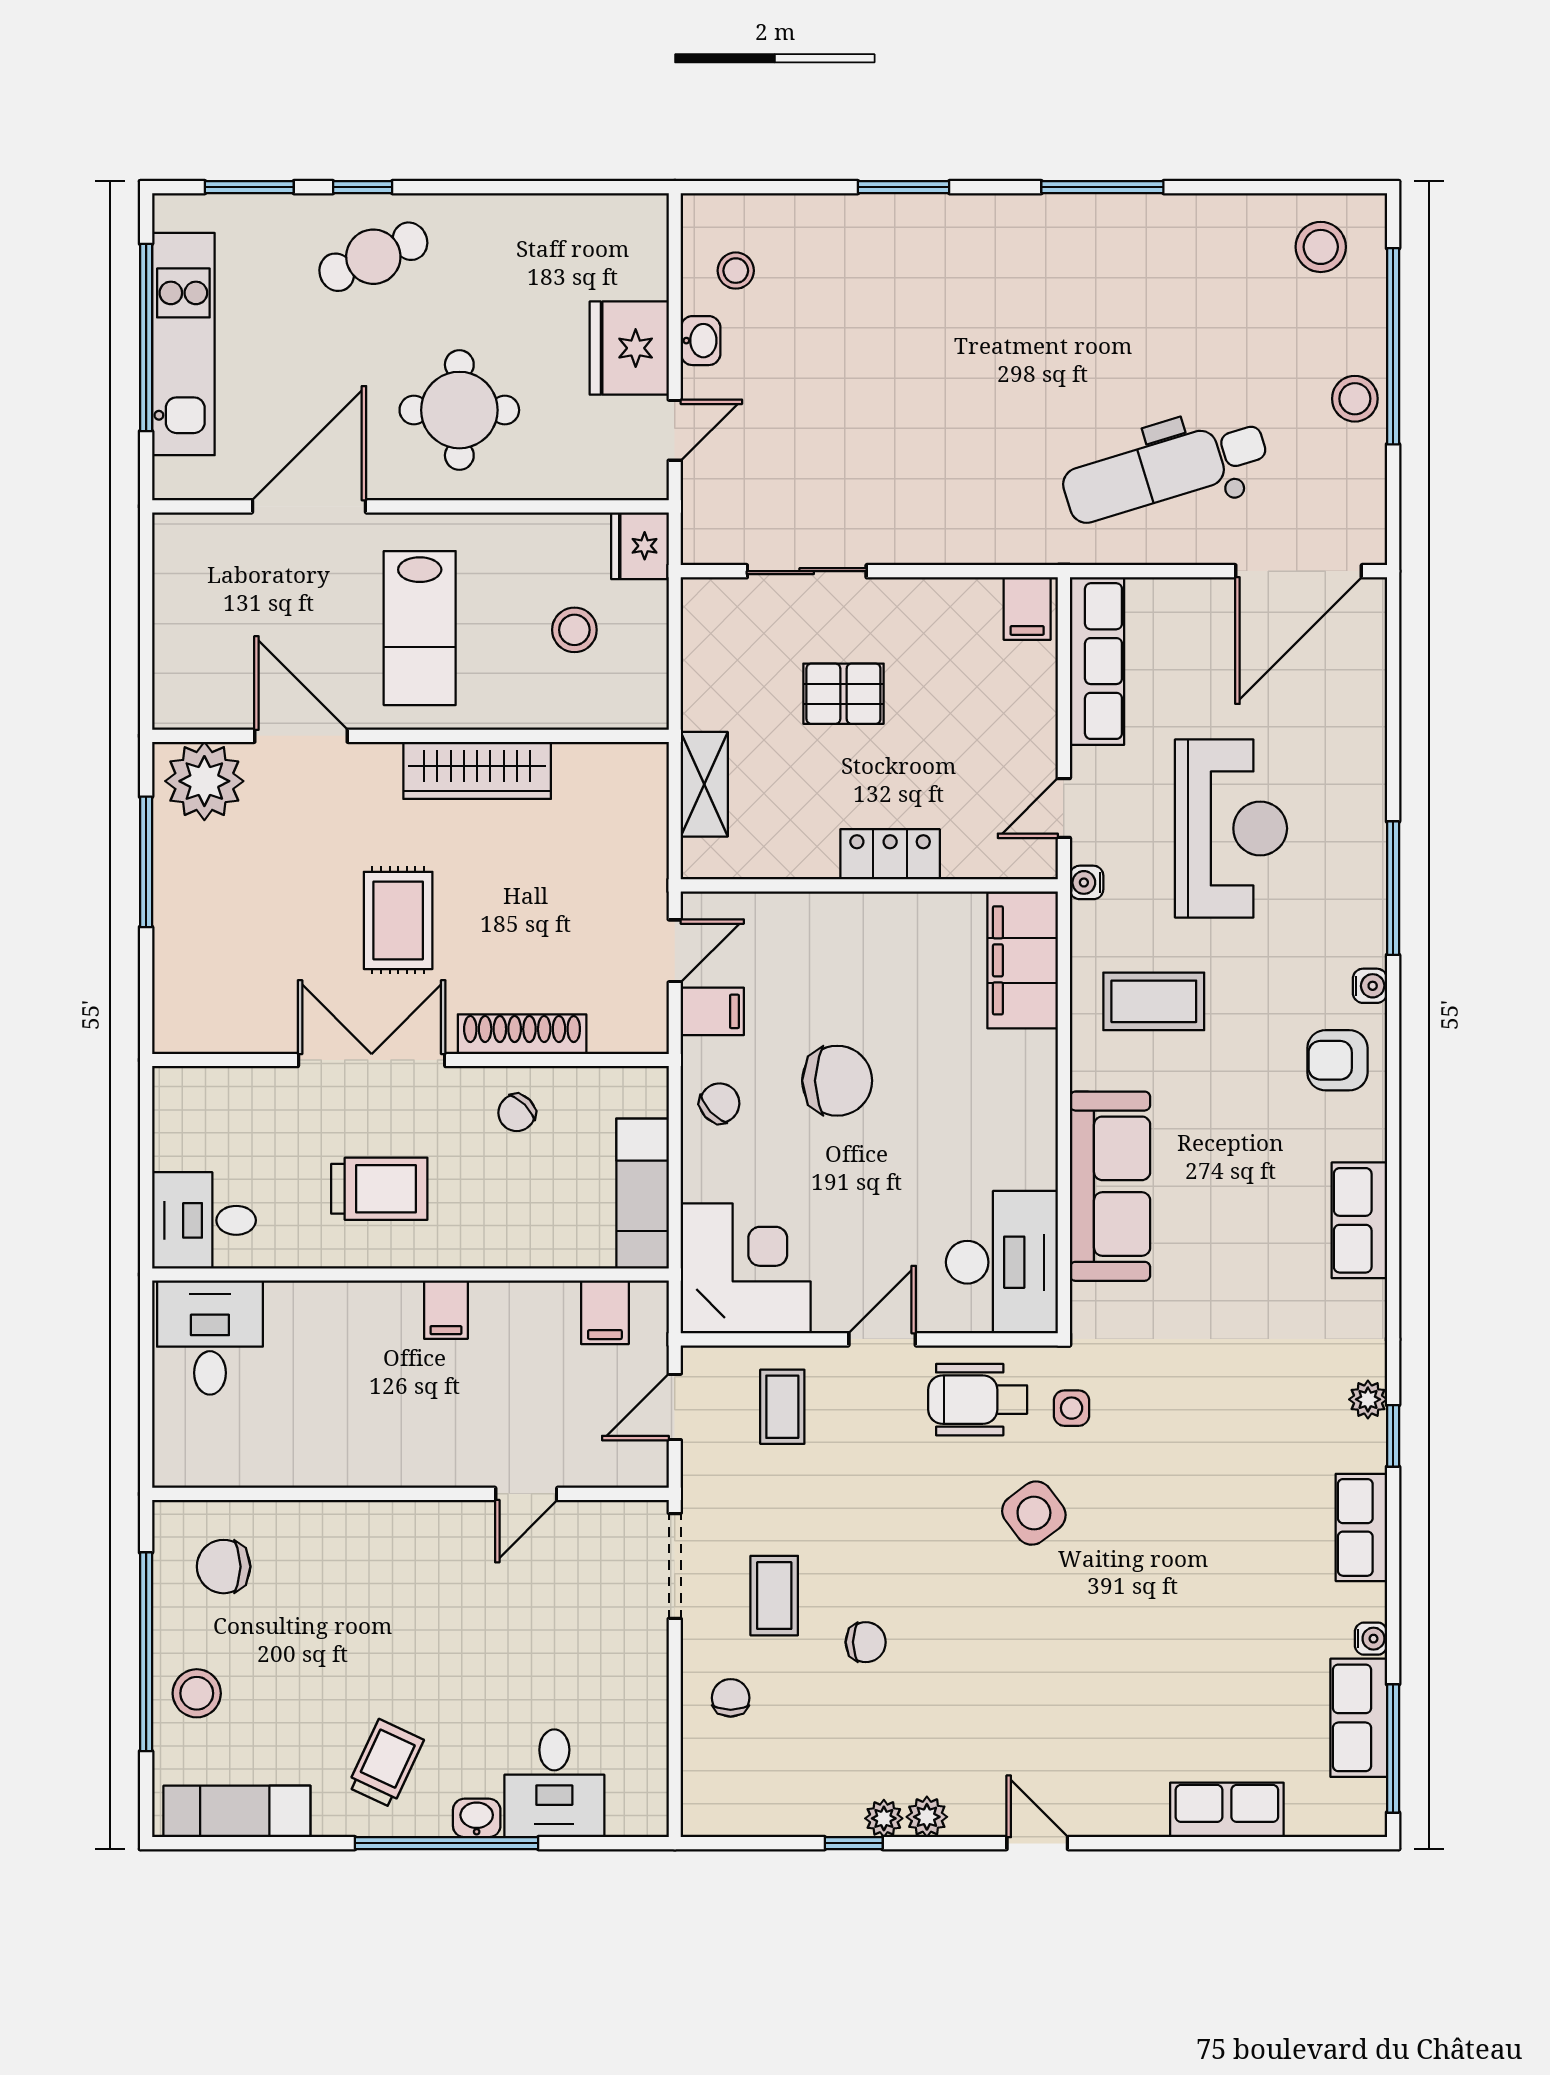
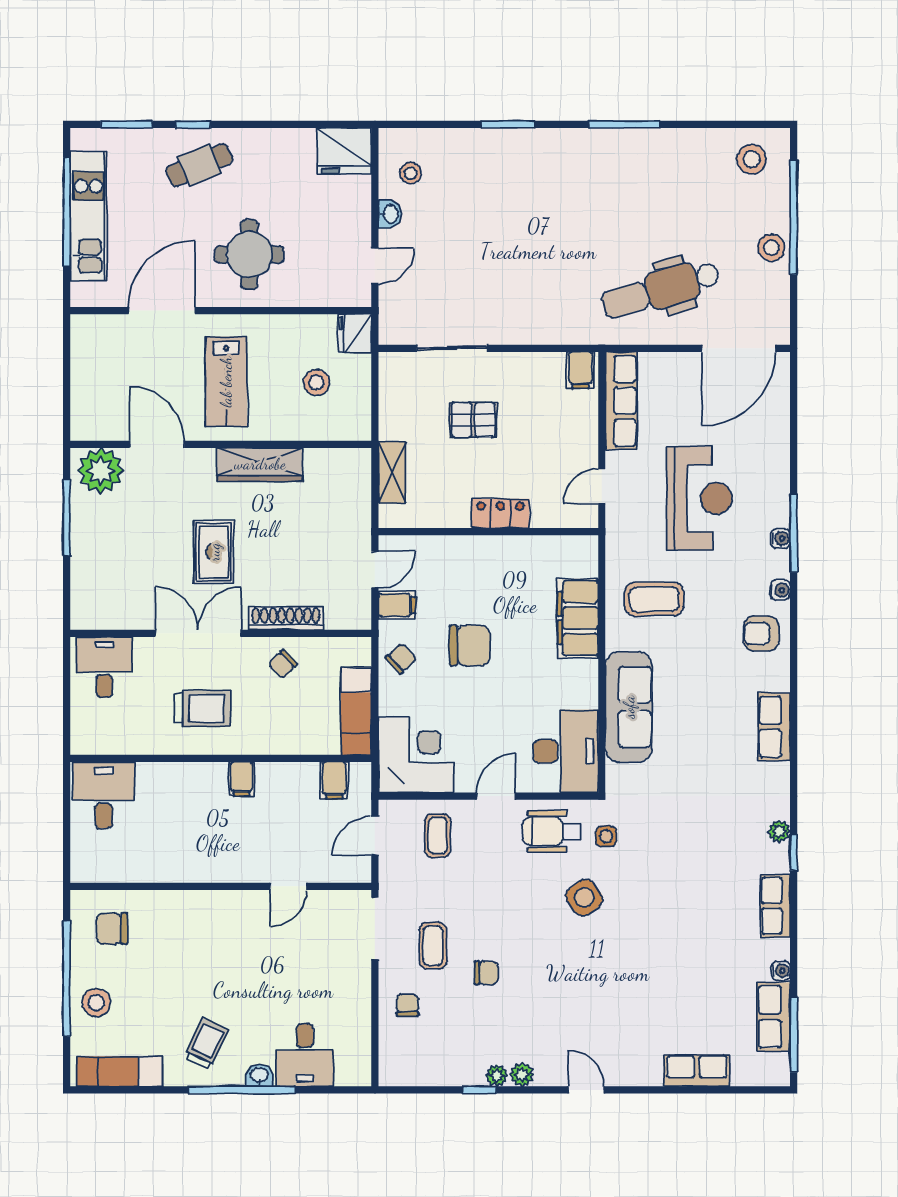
fridge: (629, 348) -> (344, 151), moved, turned -90
water cooler: (1087, 882) -> (780, 538), moved, turned 180
filing cabinet: (1023, 960) -> (578, 618), moved
desk: (204, 1220) -> (104, 667), moved, turned 90

